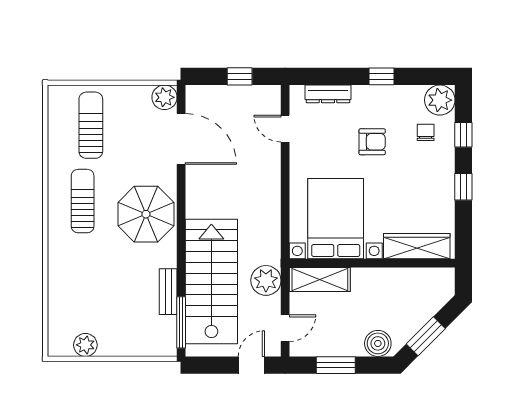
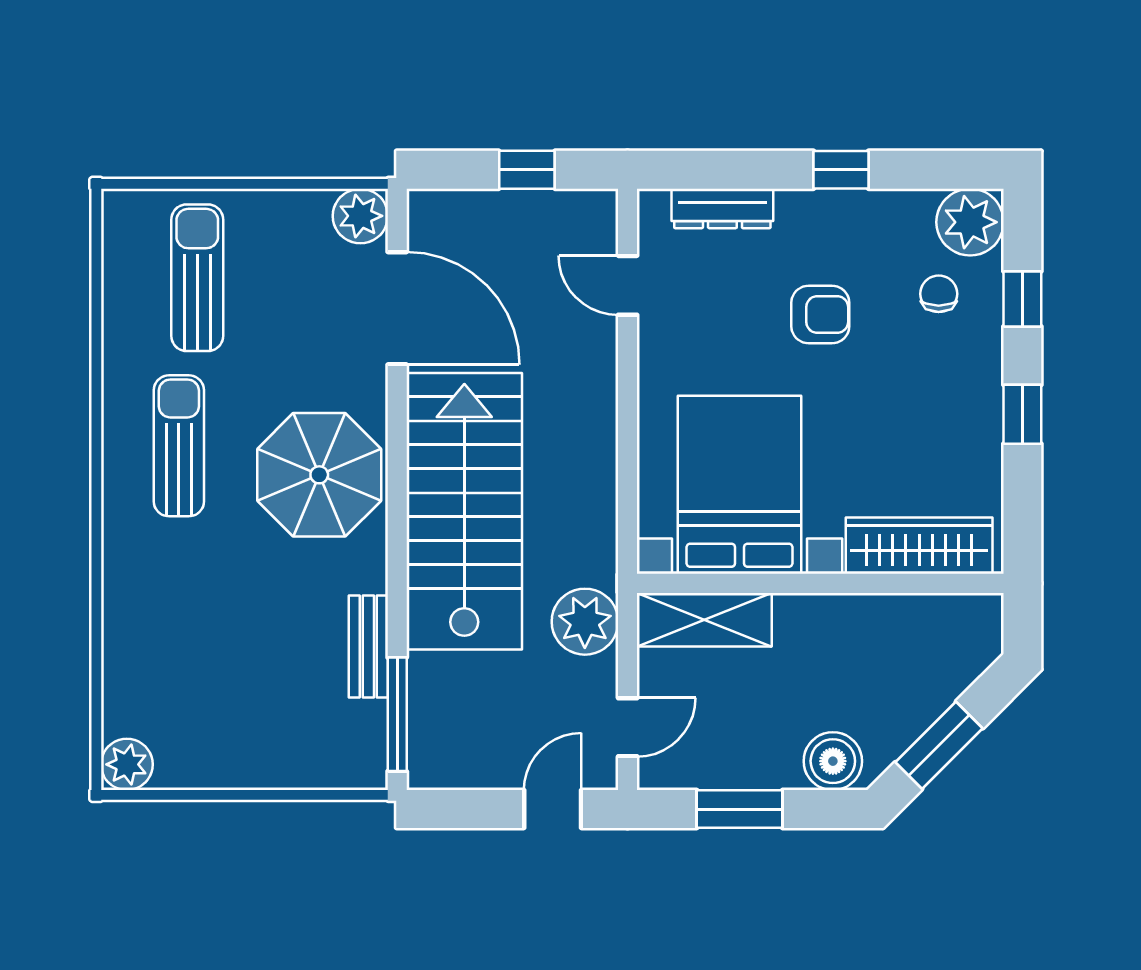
stairs: (211, 282) -> (464, 511), moved
plant: (85, 345) -> (127, 764), moved

